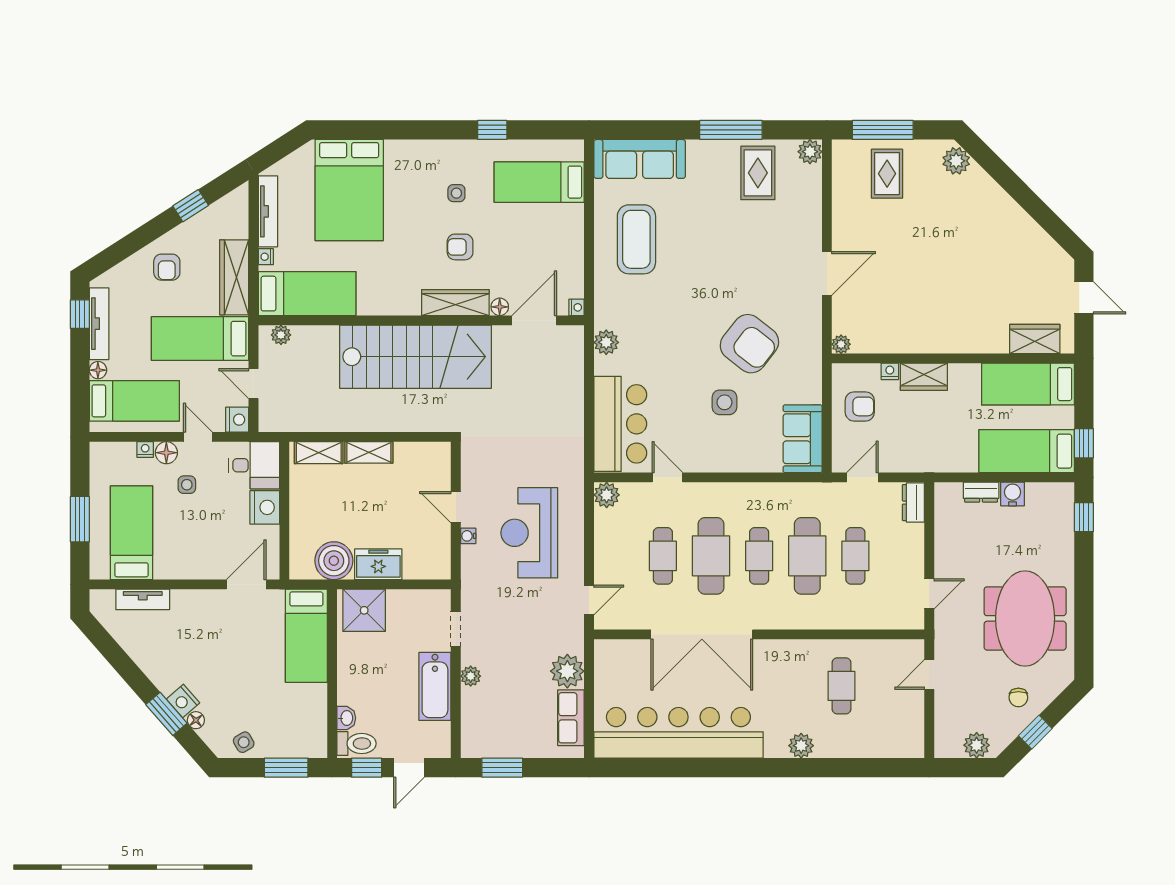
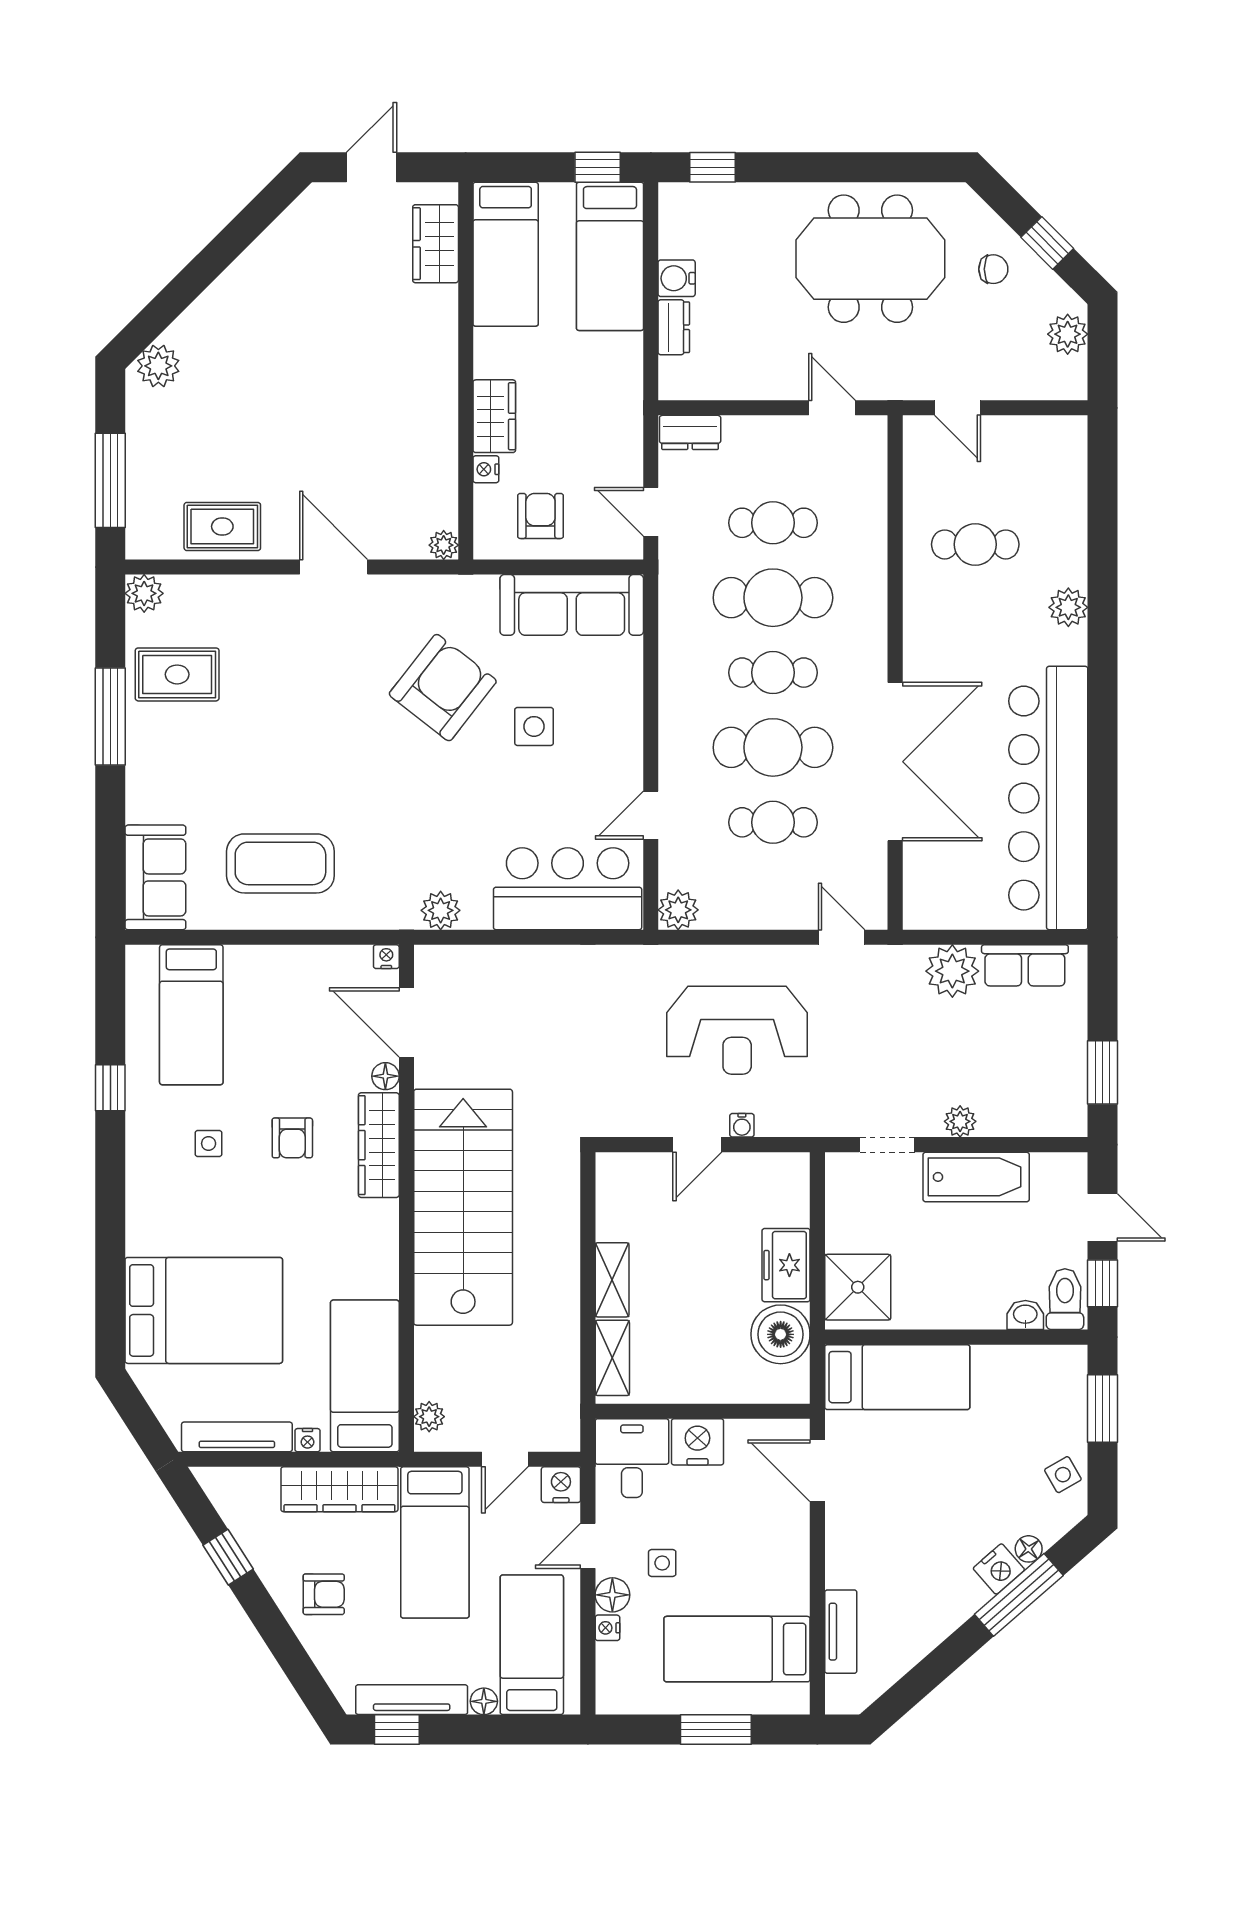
sofa: (640, 159) -> (155, 877), width x0.73
rug: (887, 174) -> (222, 526), moved
sofa: (803, 439) -> (572, 605), width x1.36
window: (166, 714) -> (1019, 1595), width x1.44

